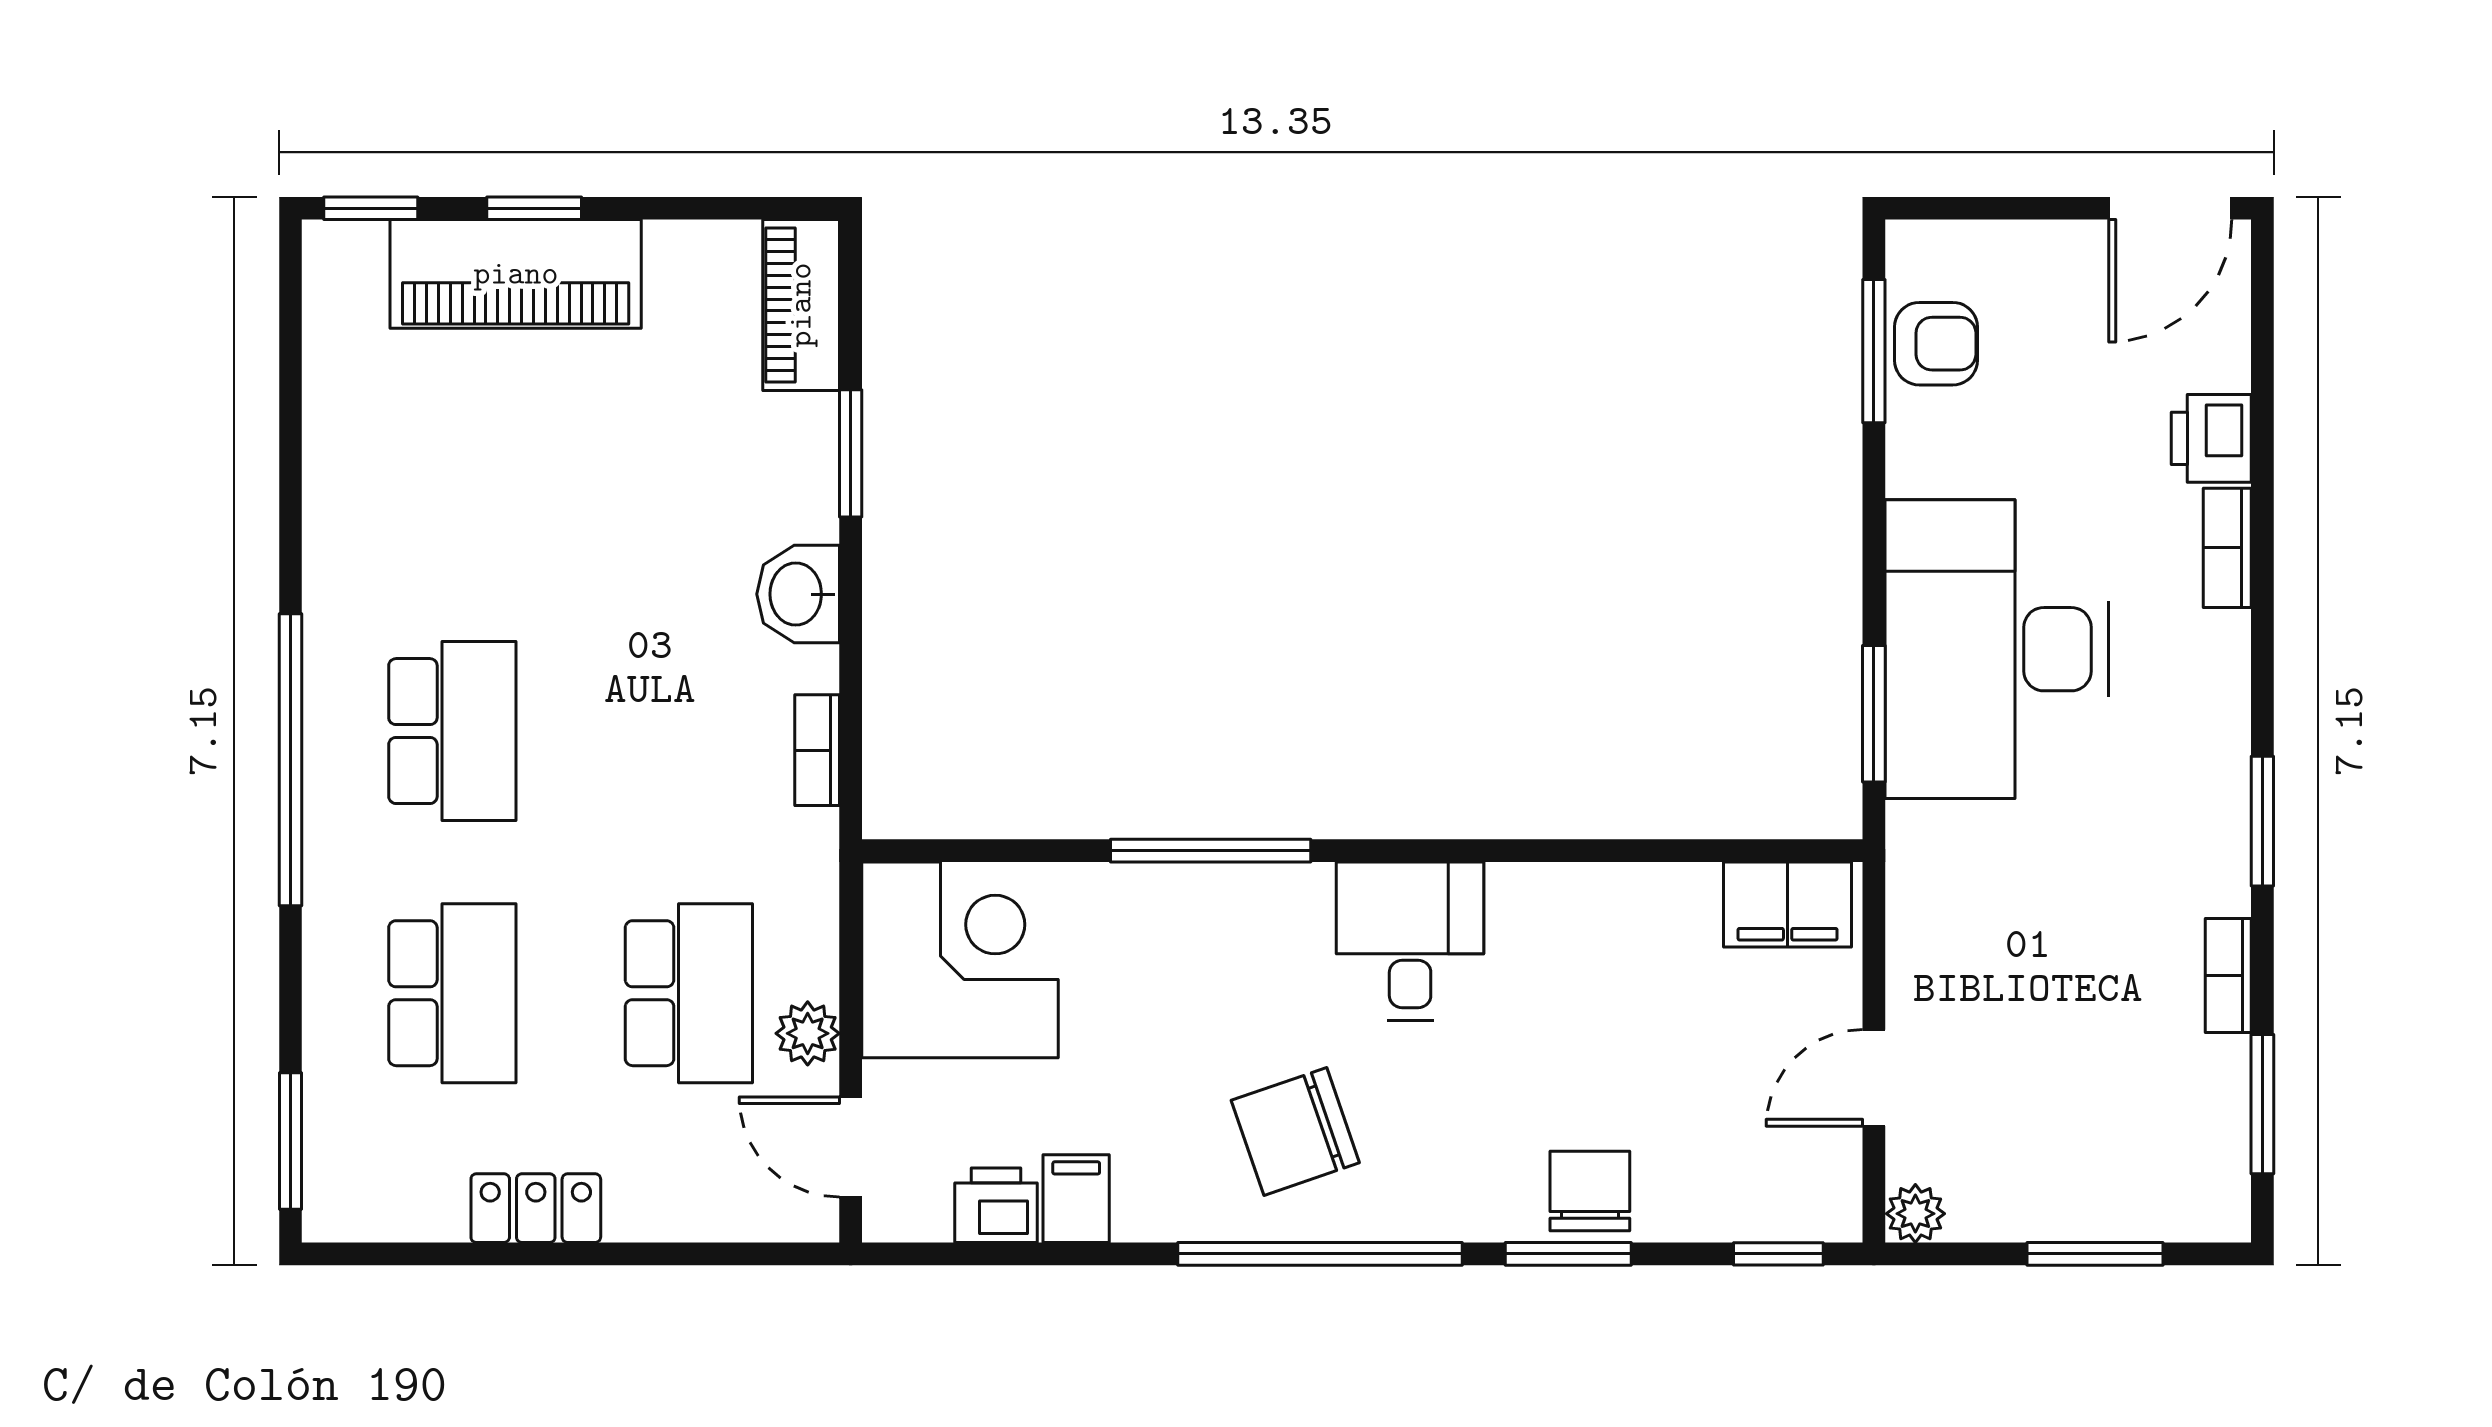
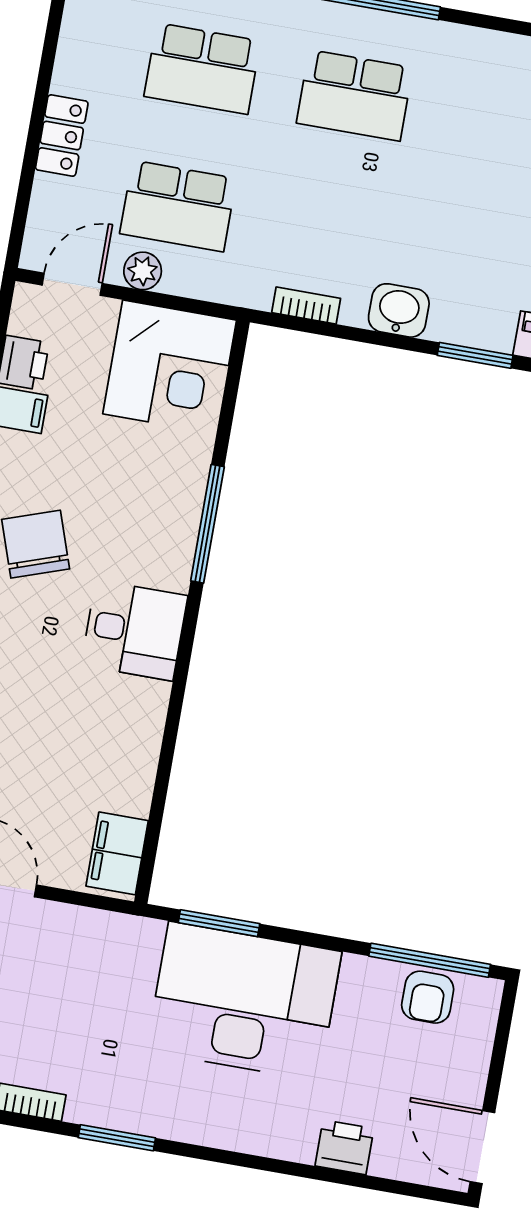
window: (1874, 351) -> (430, 960), width x1.44
bookcase: (2227, 548) -> (279, 1145), removed
locker: (536, 1208) -> (62, 136), moved

